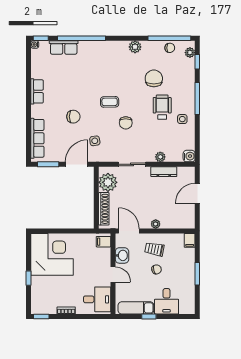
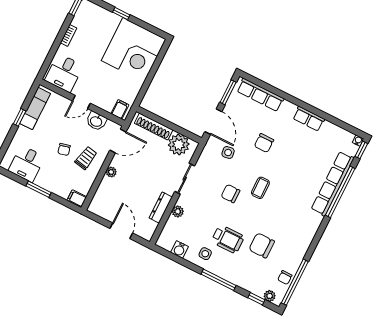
row of seats: (64, 47) -> (333, 184), width x2.02
plant: (135, 47) -> (304, 242), removed
chair: (154, 78) -> (262, 245), turned 180
water cooler: (189, 156) -> (179, 249), moved
desk: (167, 301) -> (27, 164), moved, turned -90

